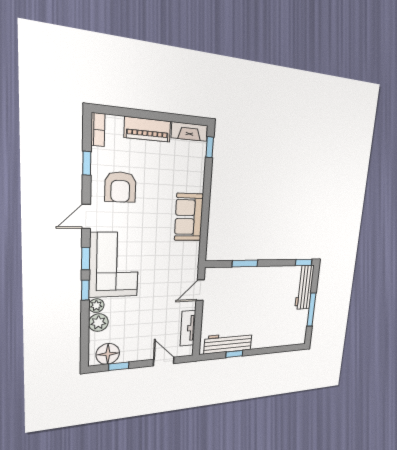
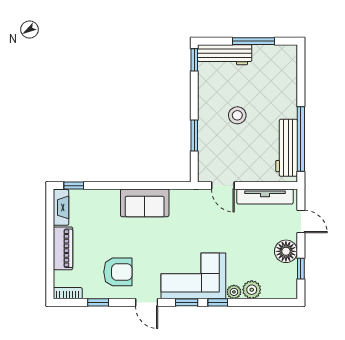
stool: (258, 300) -> (237, 115), added
tv unit: (188, 328) -> (265, 197), width x1.41
floor lamp: (108, 354) -> (286, 251), moved
window: (234, 354) -> (301, 139), width x3.17
door: (164, 361) -> (301, 222), swing flipped

